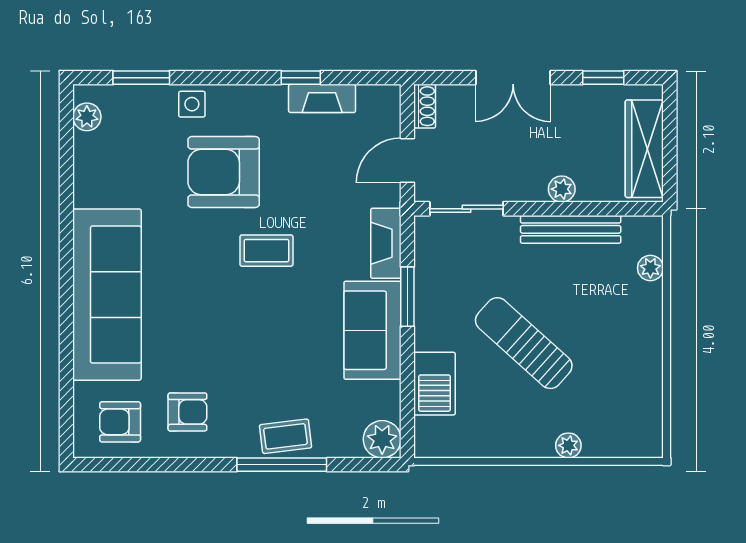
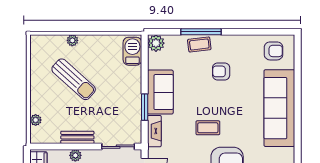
bench: (571, 229) -> (77, 137), width x0.73
sun lounger: (524, 343) -> (74, 79), moved
barbecue: (435, 384) -> (132, 51), moved
armchair: (187, 412) -> (221, 71), moved

